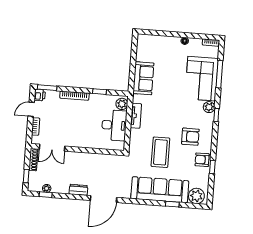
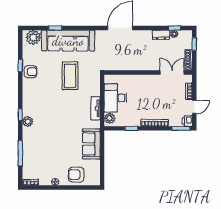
corner sofa: (202, 79) -> (37, 148), removed
armchair: (190, 137) -> (76, 175), moved
dresser: (78, 190) -> (161, 35), moved

